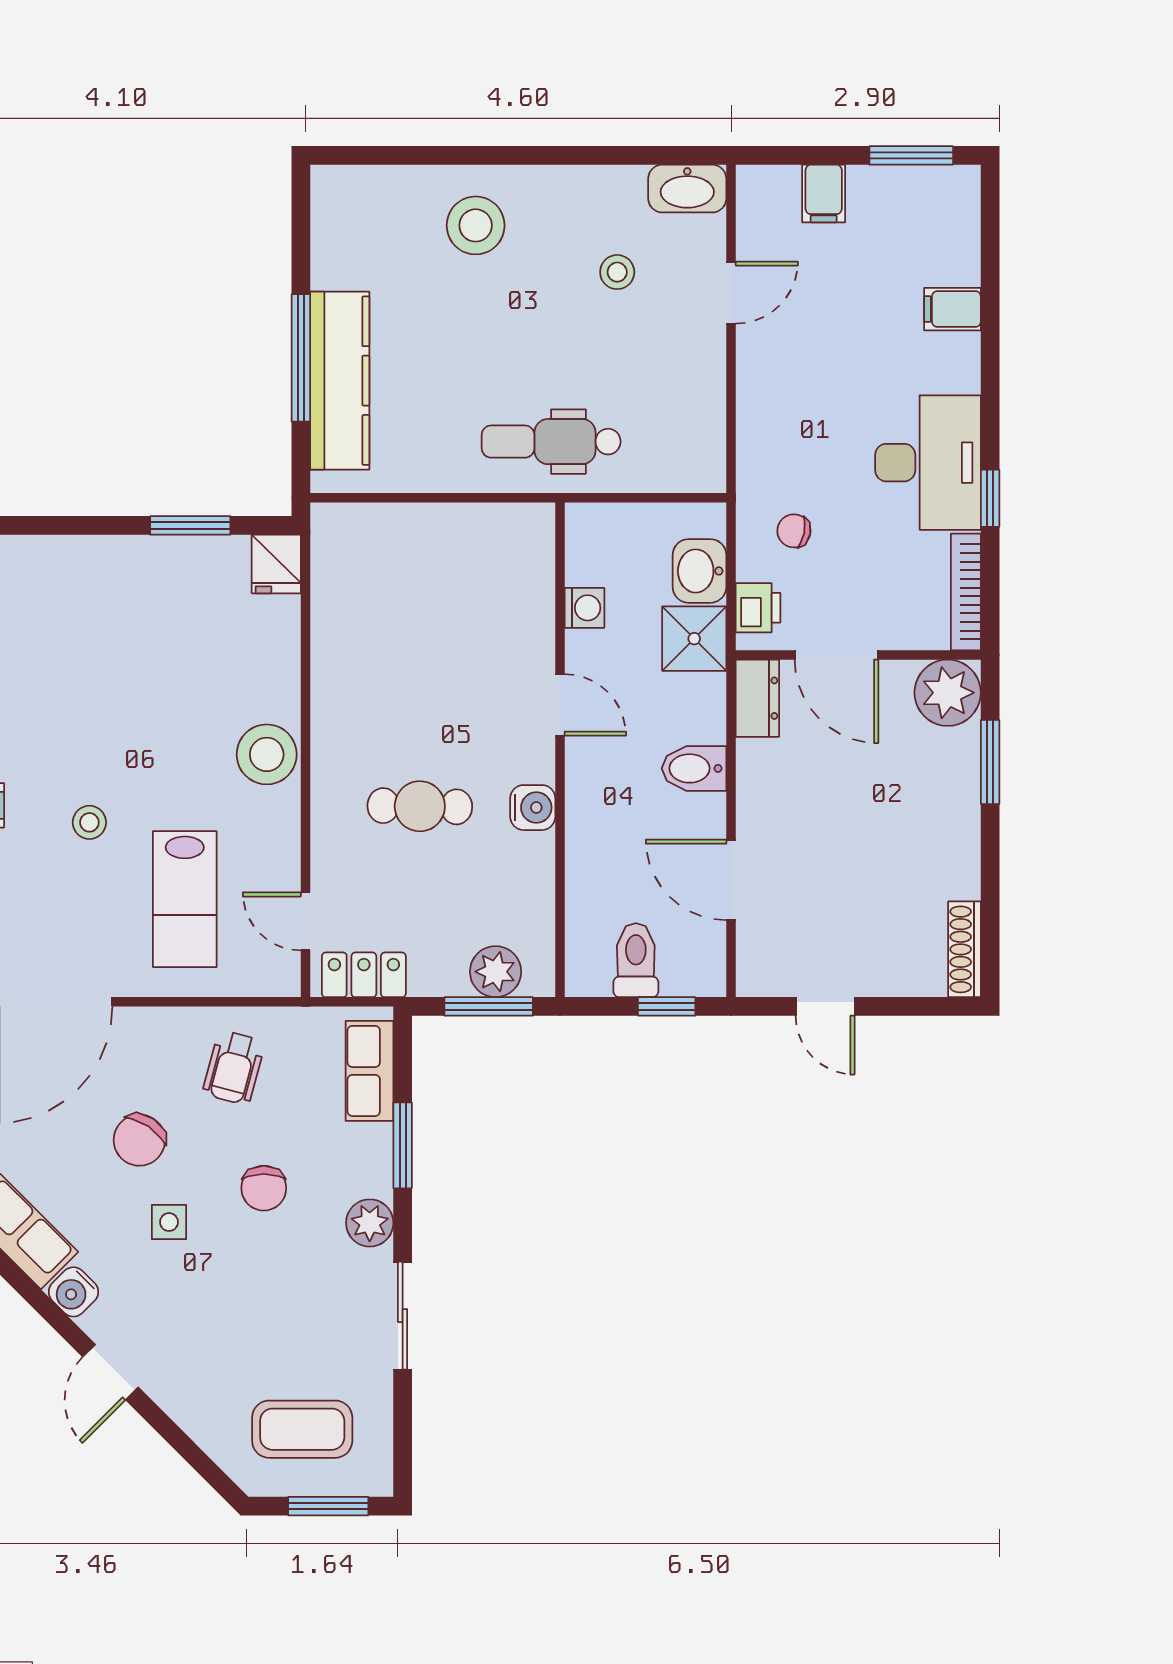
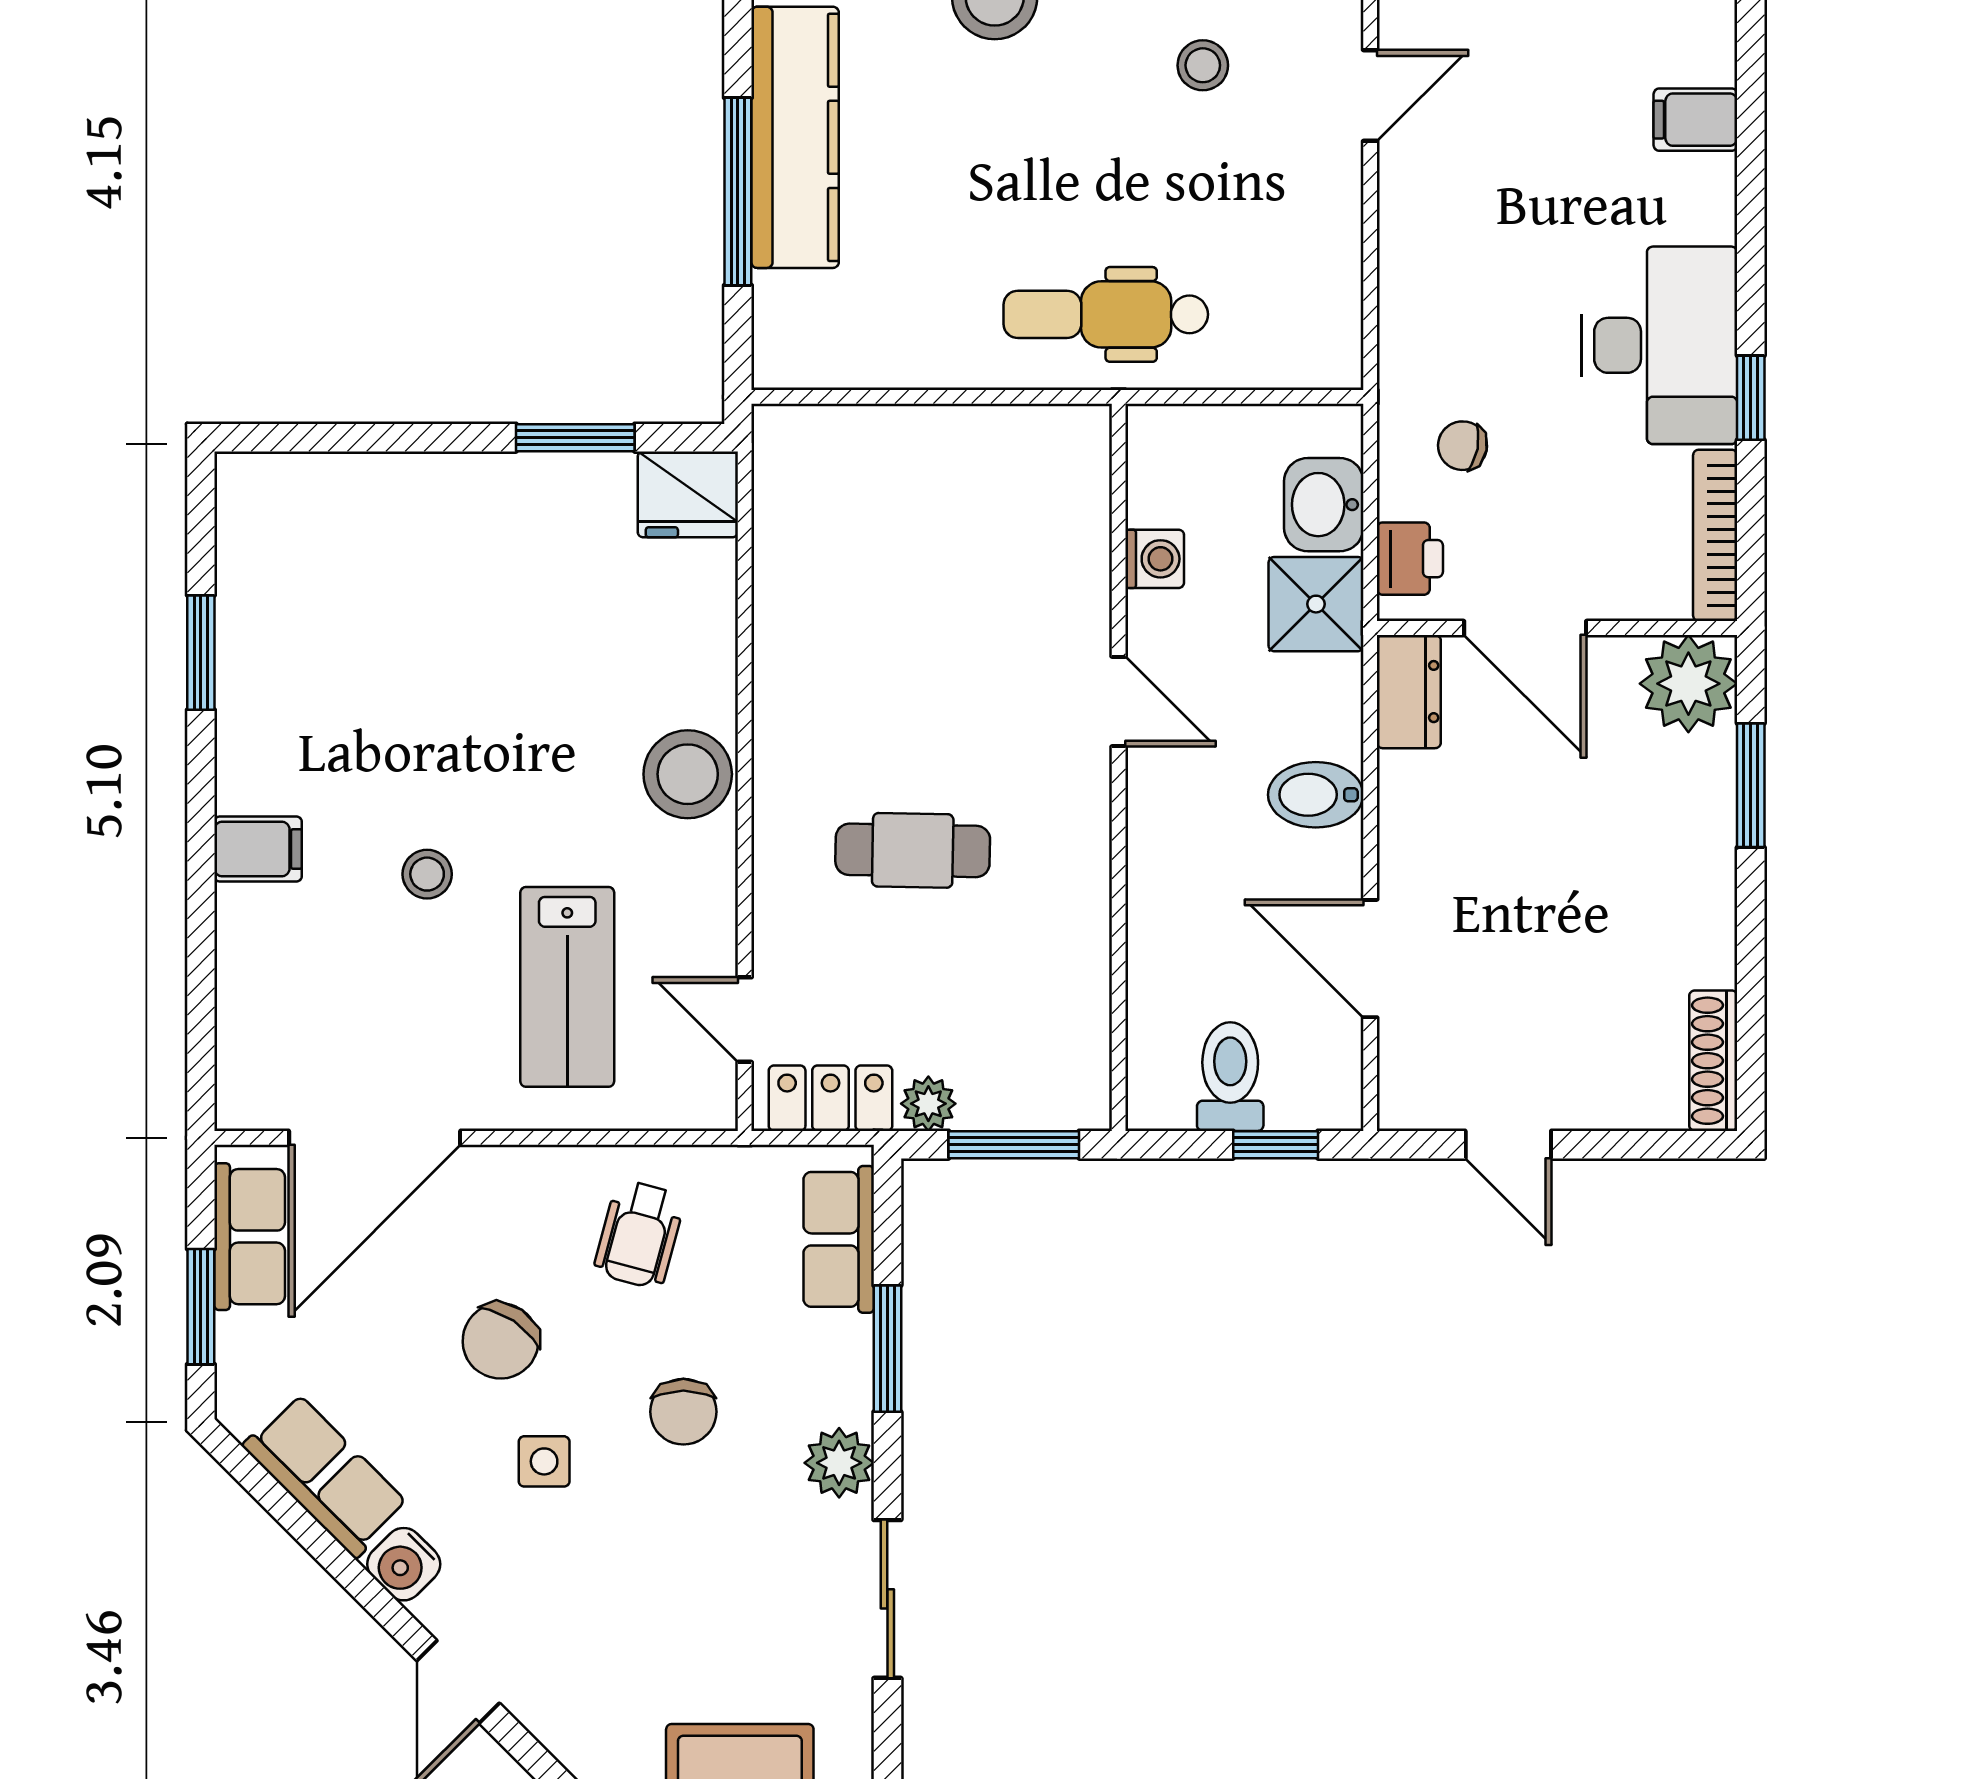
kitchen counter: (340, 381) -> (795, 137), moved
fridge: (276, 564) -> (688, 494), width x1.38
water cooler: (533, 808) -> (1079, 852), removed
plant: (496, 972) -> (928, 1104), moved, width x0.73, depth x0.73

